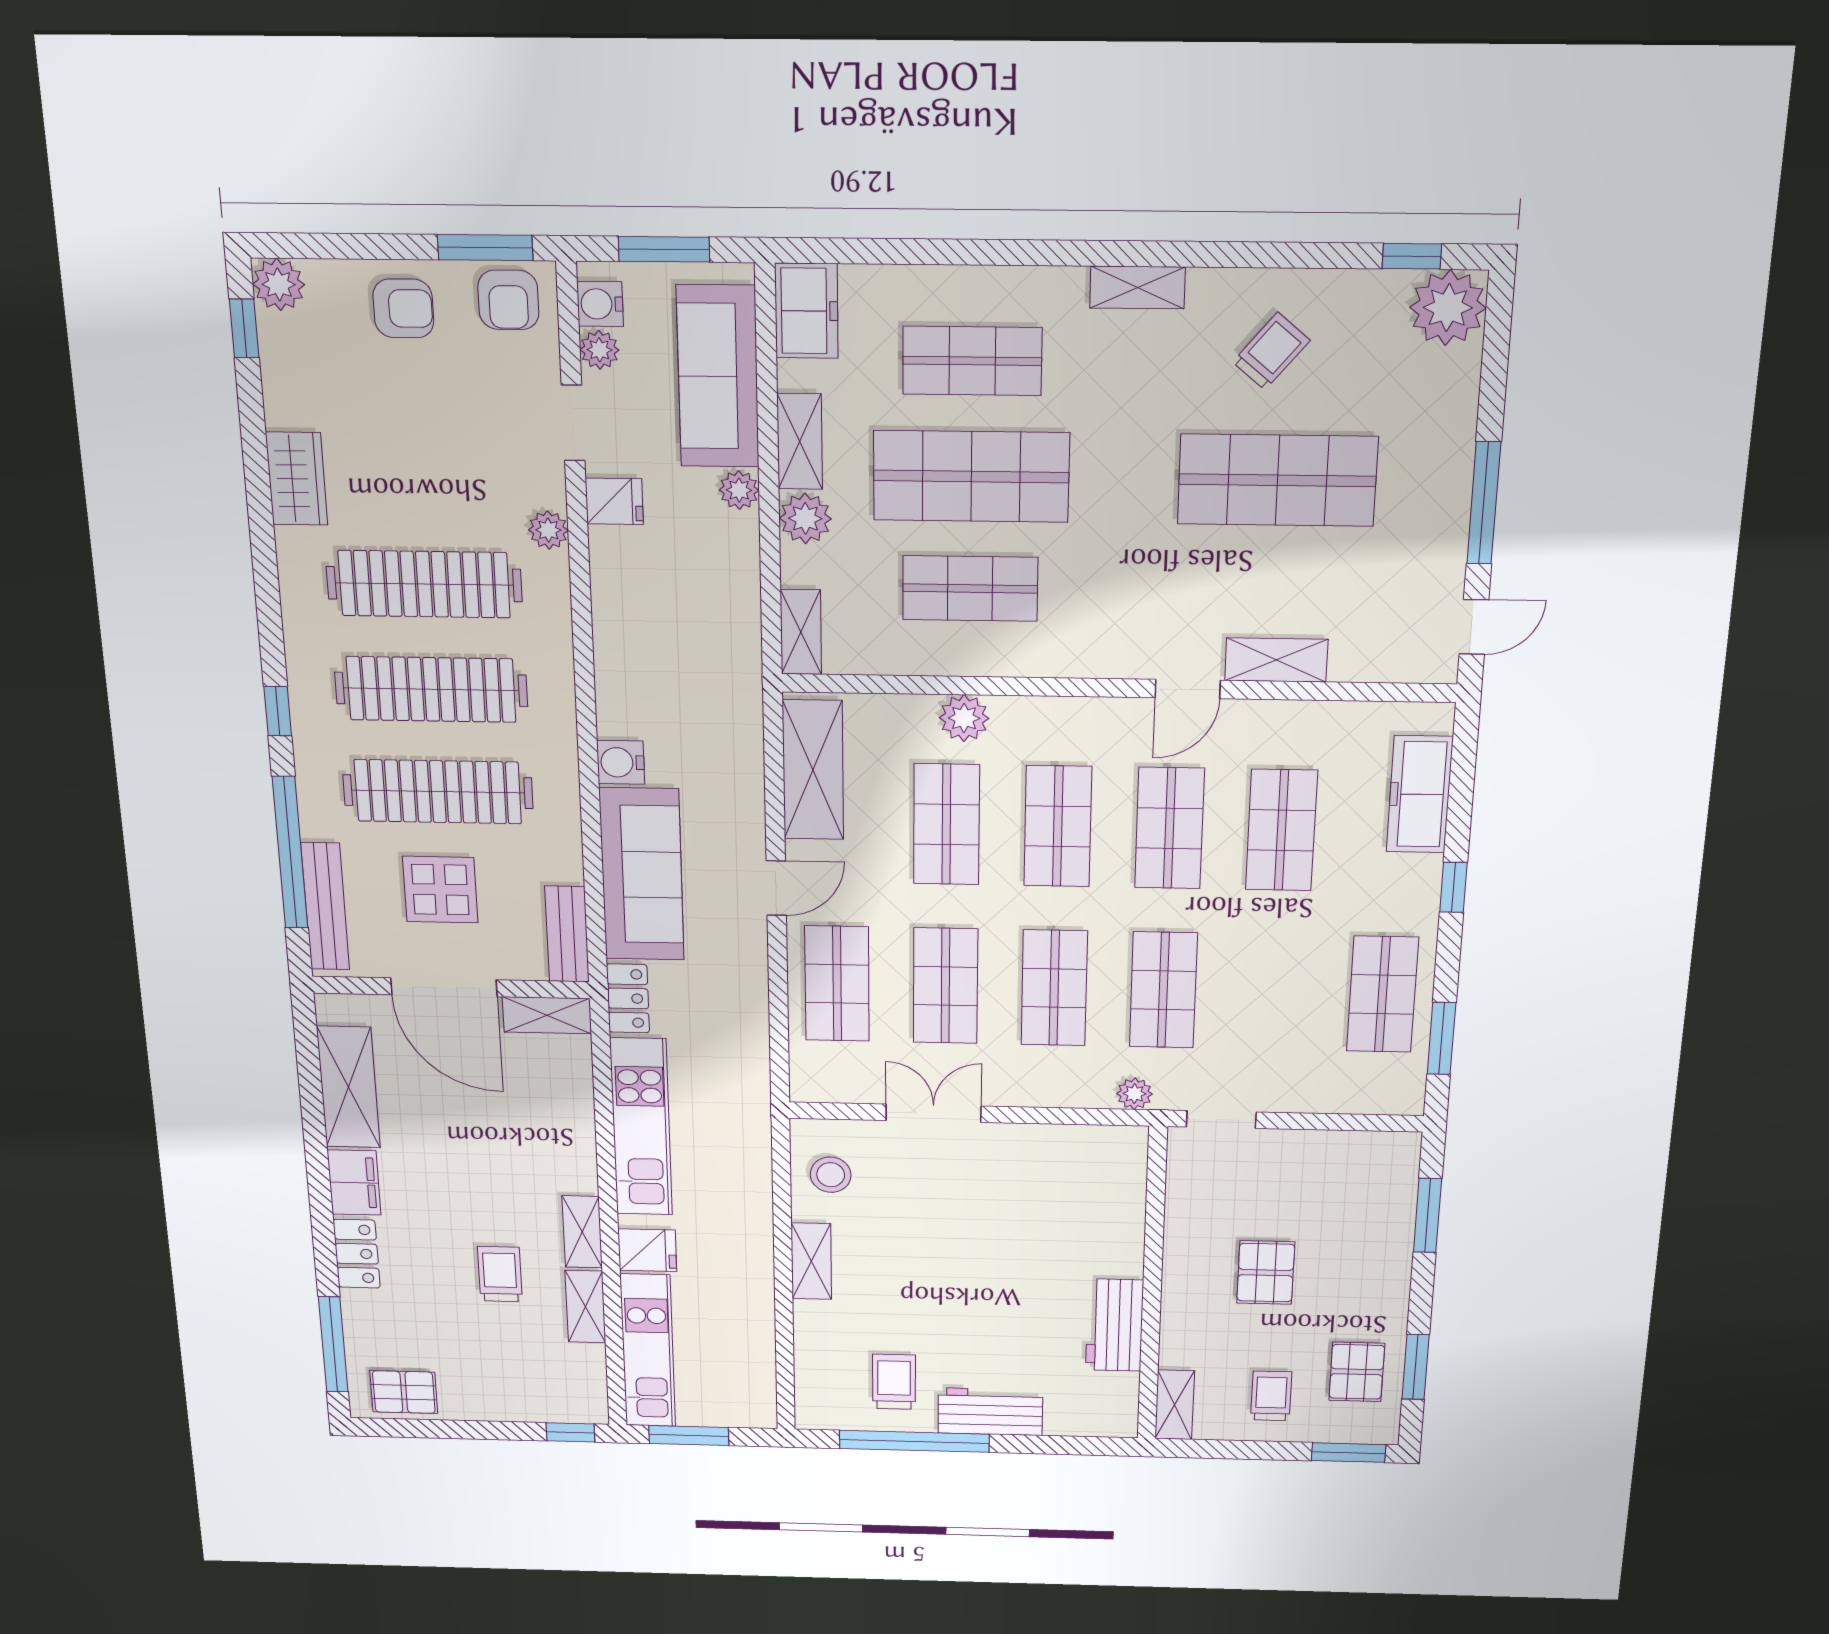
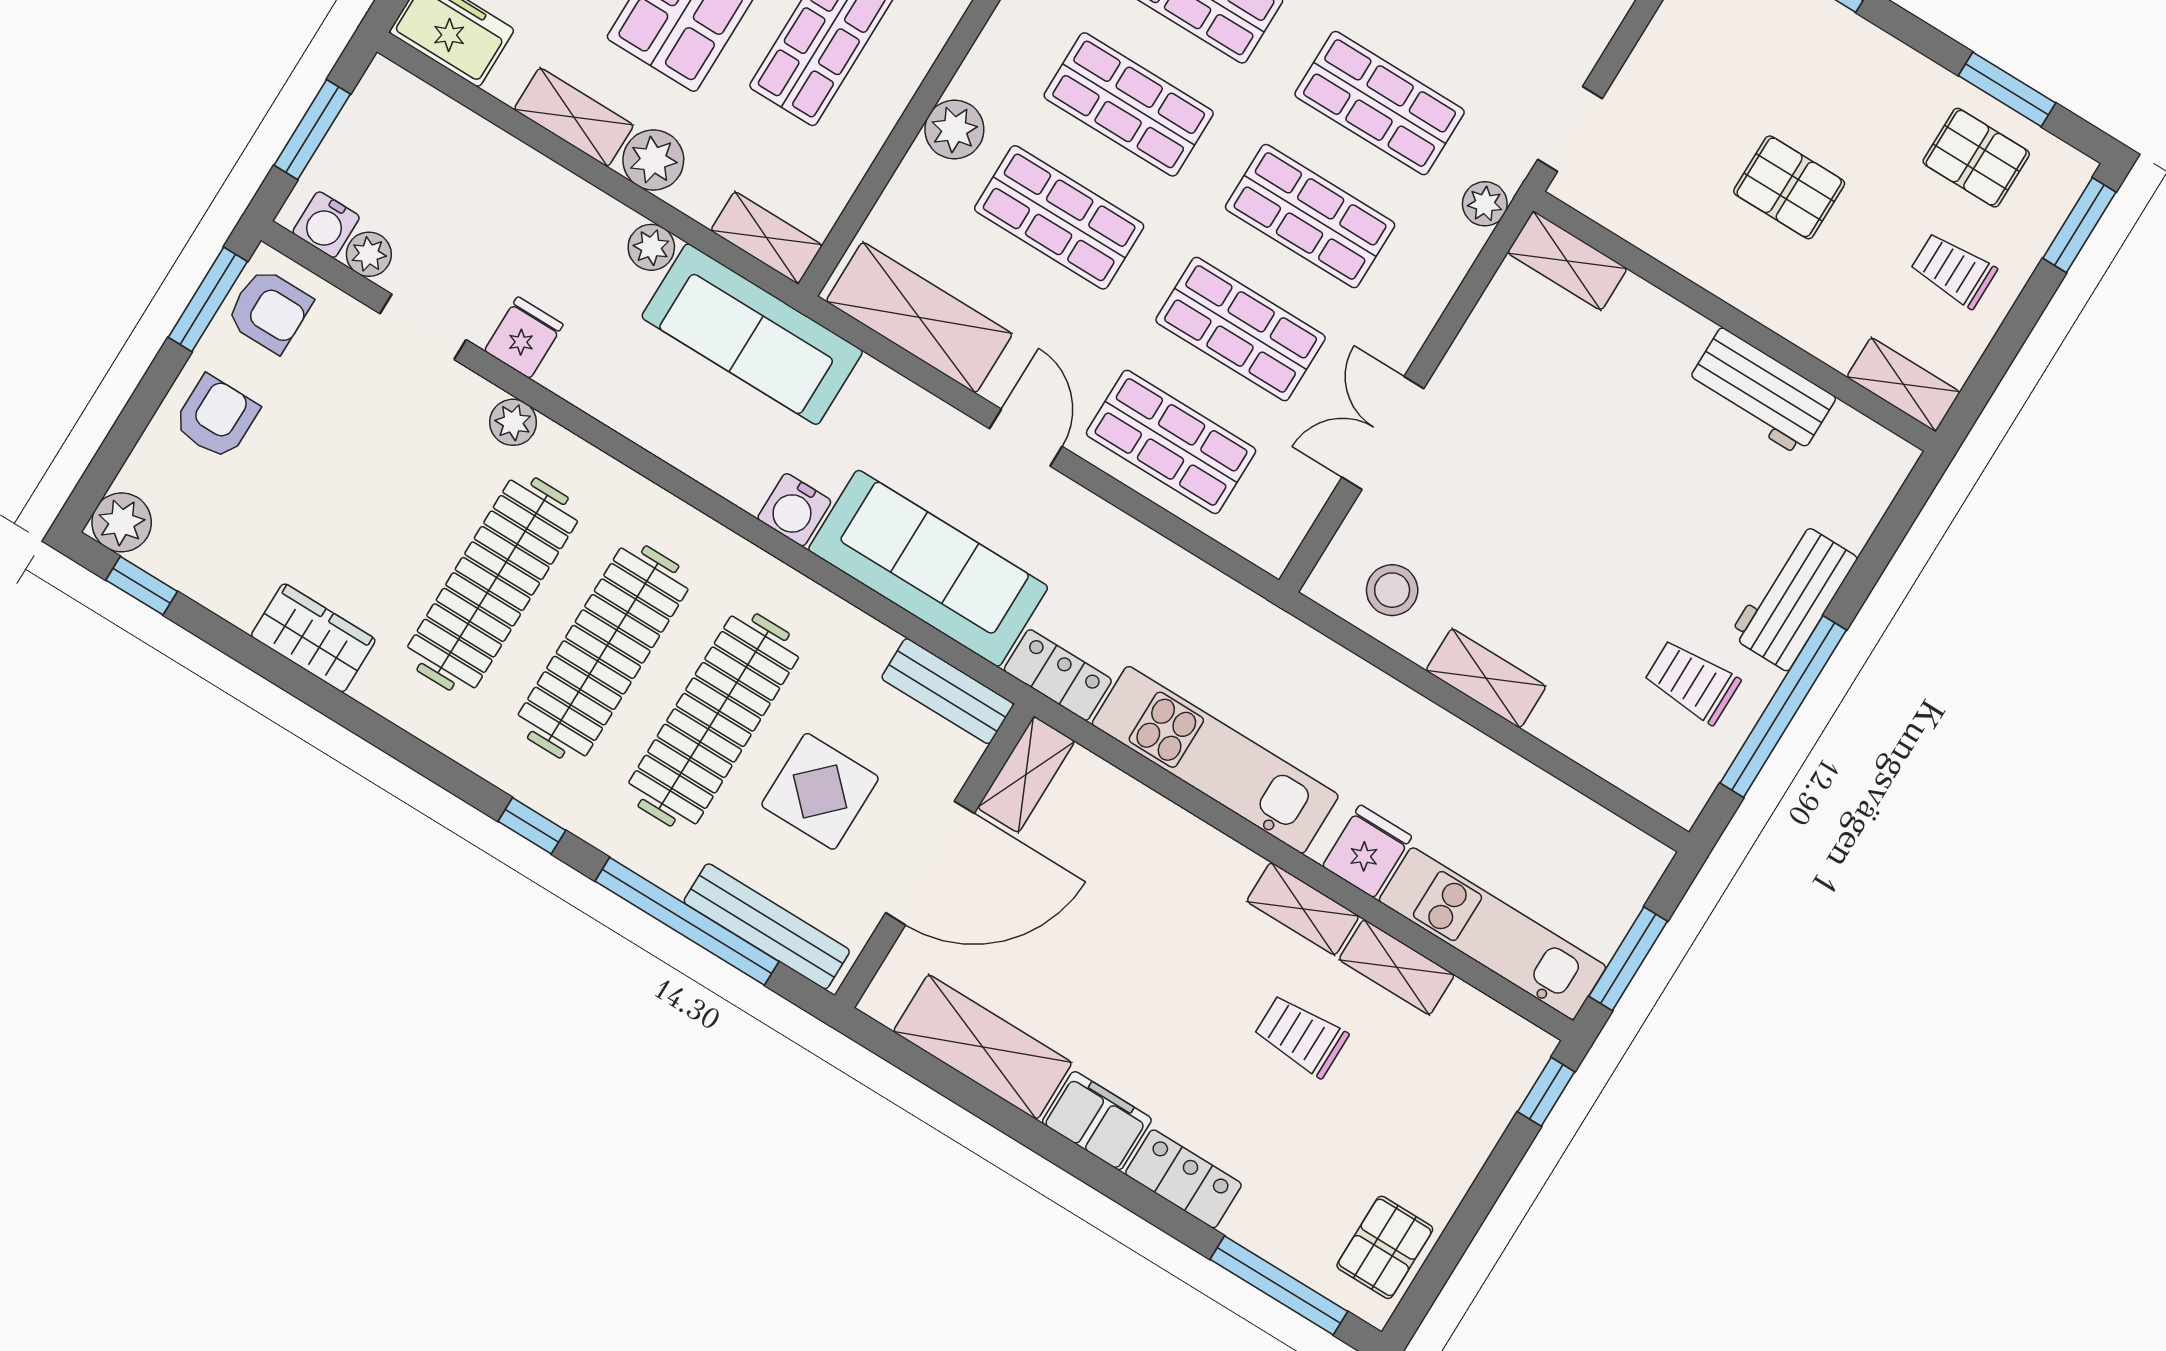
sofa: (718, 376) -> (752, 334), moved
plant: (739, 490) -> (651, 247), moved
shelving: (1128, 1165) -> (1567, 261), added

